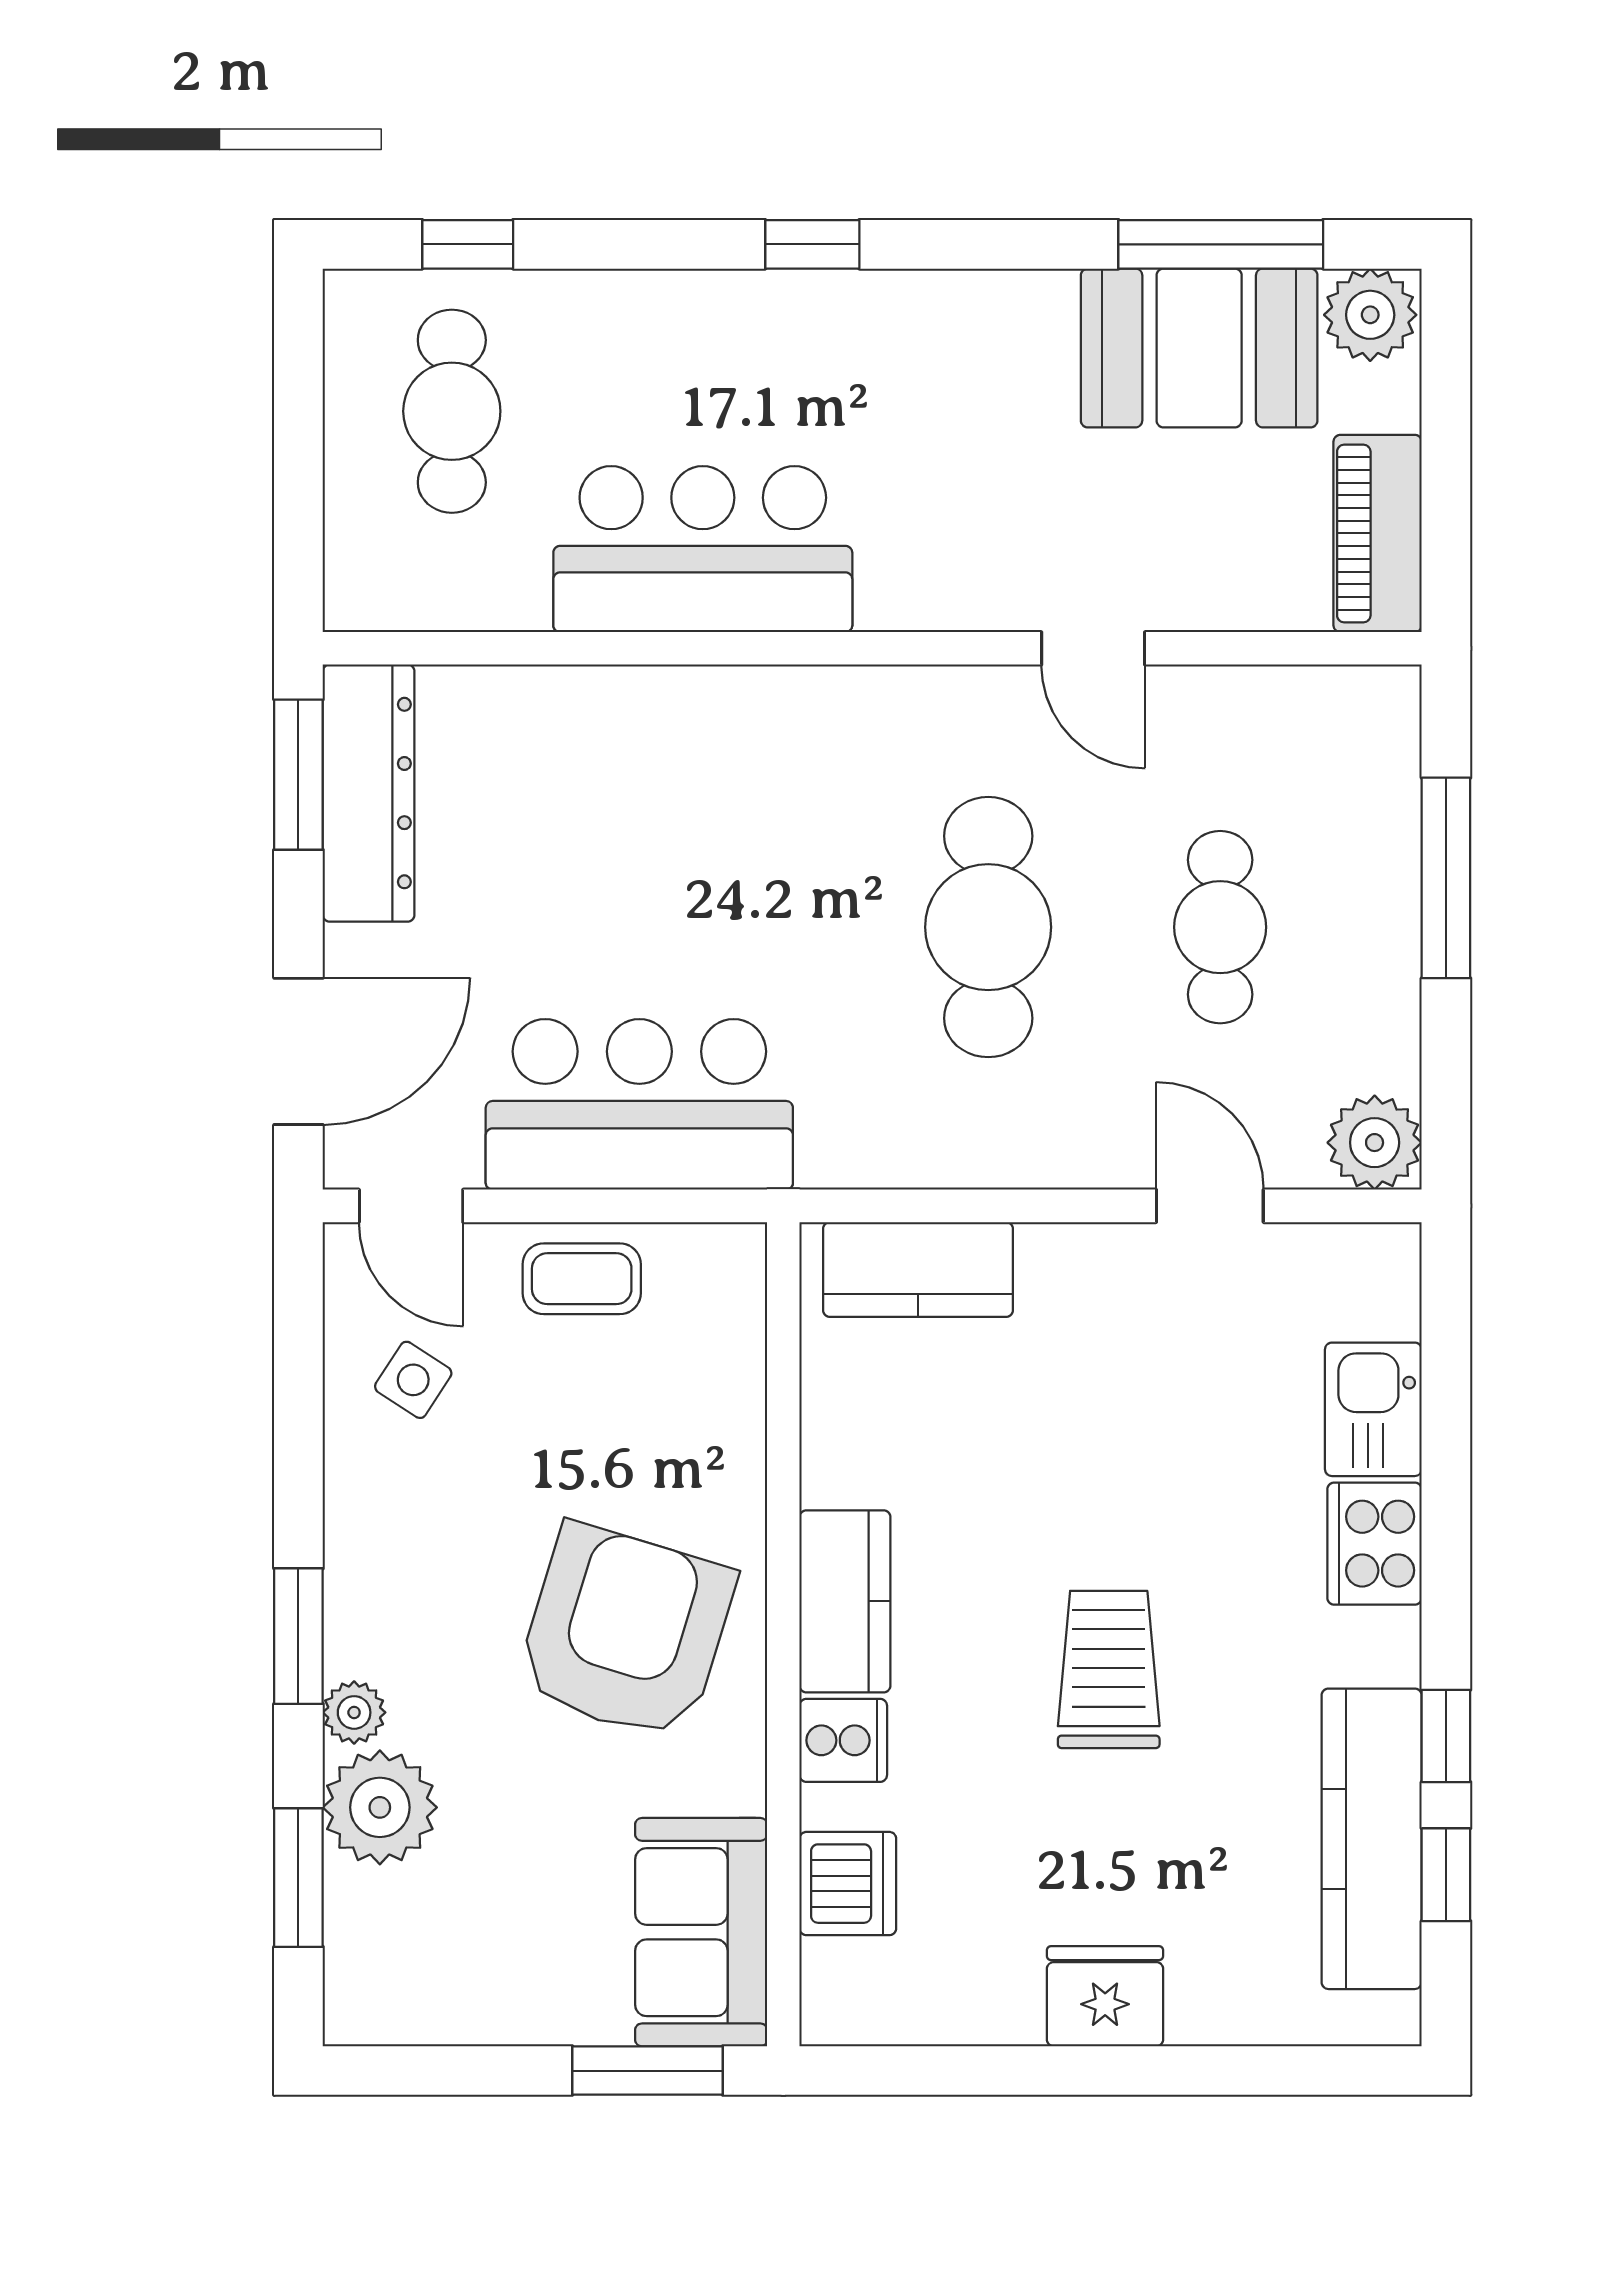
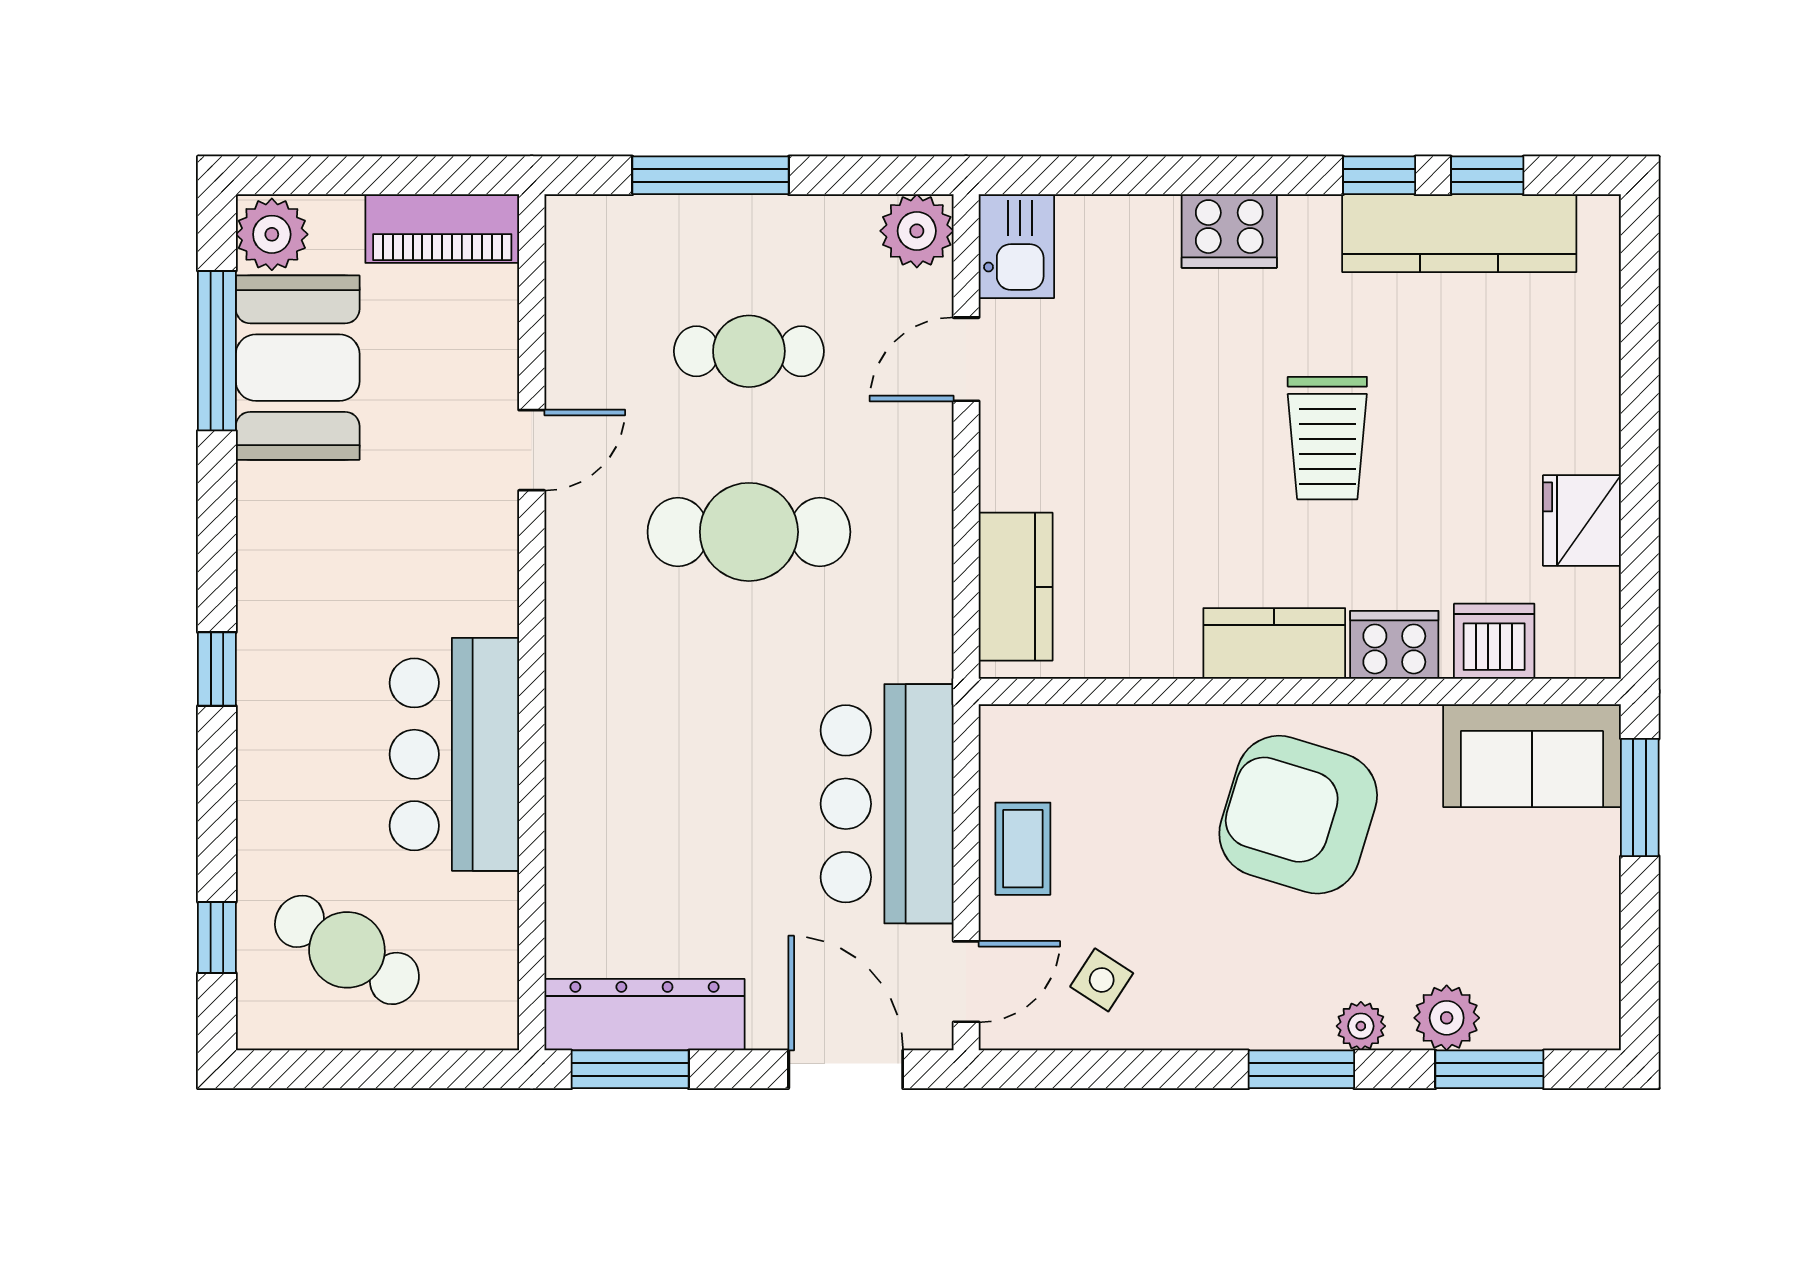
cafe table: (452, 411) -> (347, 950), turned 31
kitchen sink: (1373, 1409) -> (1016, 246), moved, turned -90
trolley: (1109, 1669) -> (1327, 438), turned -90
cooker: (843, 1740) -> (1394, 645), width x1.36
plant: (380, 1807) -> (1447, 1018), width x0.73, depth x0.73
fridge: (1105, 1996) -> (1582, 521), moved

